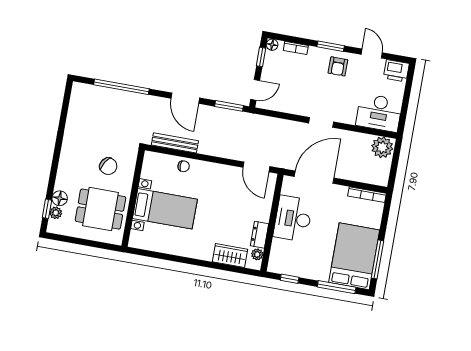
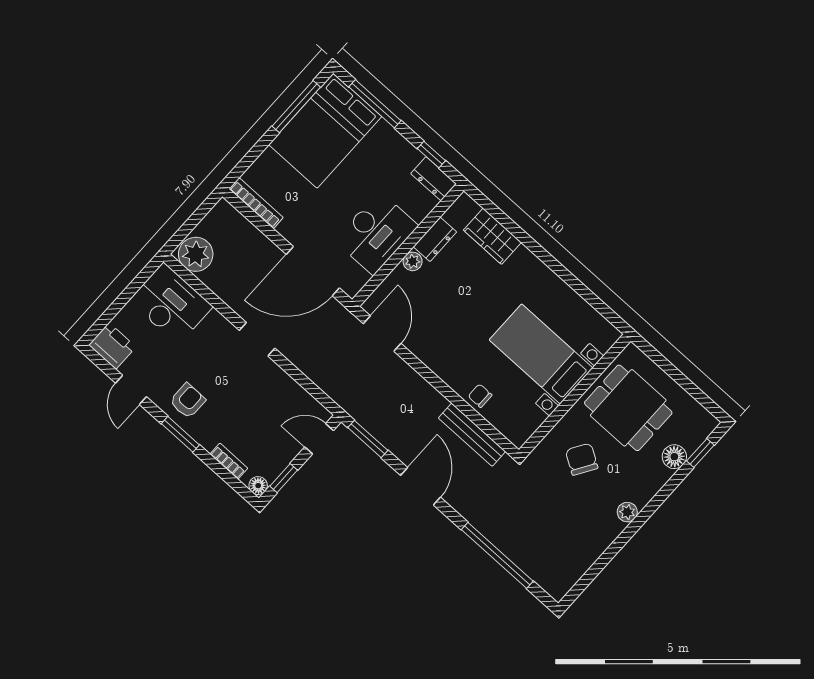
plant: (56, 213) -> (627, 512), moved
plant: (257, 254) -> (413, 261), moved
dresser: (280, 267) -> (434, 179), added

